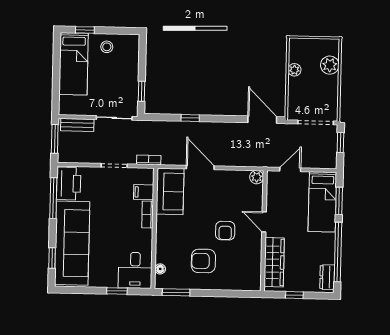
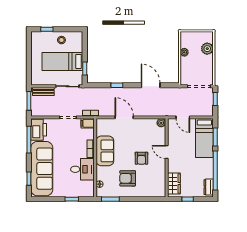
bed: (74, 64) -> (62, 61), moved, turned 90
door: (262, 120) -> (151, 85), moved
door: (290, 170) -> (183, 117), swing flipped
sofa: (170, 191) -> (105, 151), moved
filing cabinet: (144, 192) -> (88, 123), moved
wardrobe: (274, 262) -> (174, 183), width x0.67
desk: (135, 270) -> (82, 169), moved, turned -90

